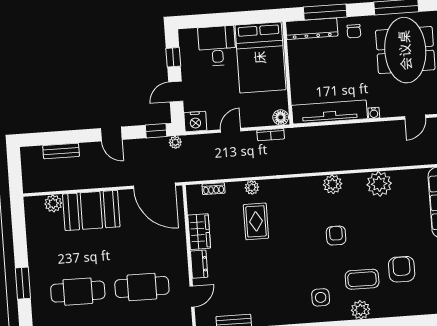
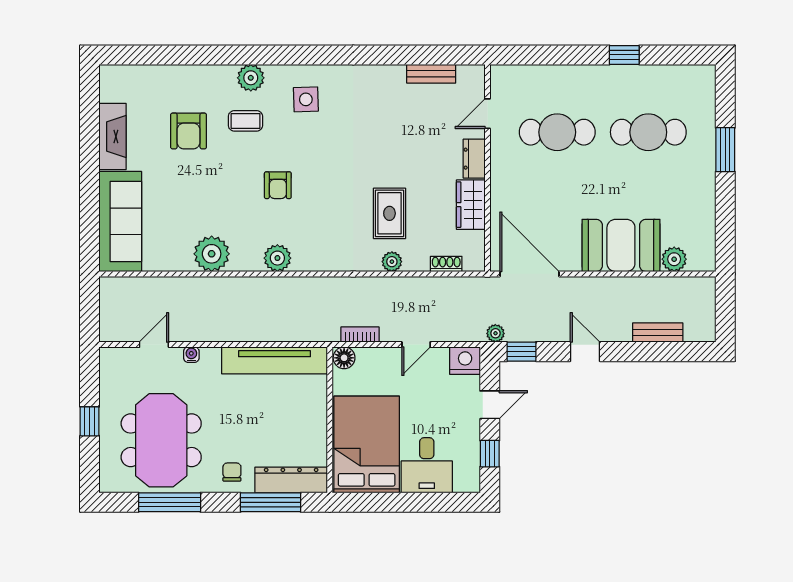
water cooler: (374, 113) -> (191, 355), moved
coffee table: (362, 279) -> (245, 121), width x0.73, depth x0.77

